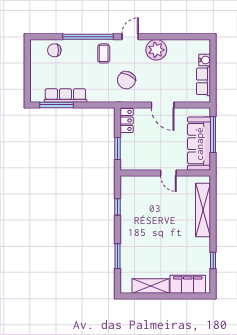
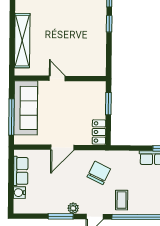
window: (164, 37) -> (61, 216), added
plant: (156, 50) -> (73, 208), width x0.53, depth x0.53
door: (163, 105) -> (62, 147), swing flipped
window: (117, 207) -> (109, 24), moved

